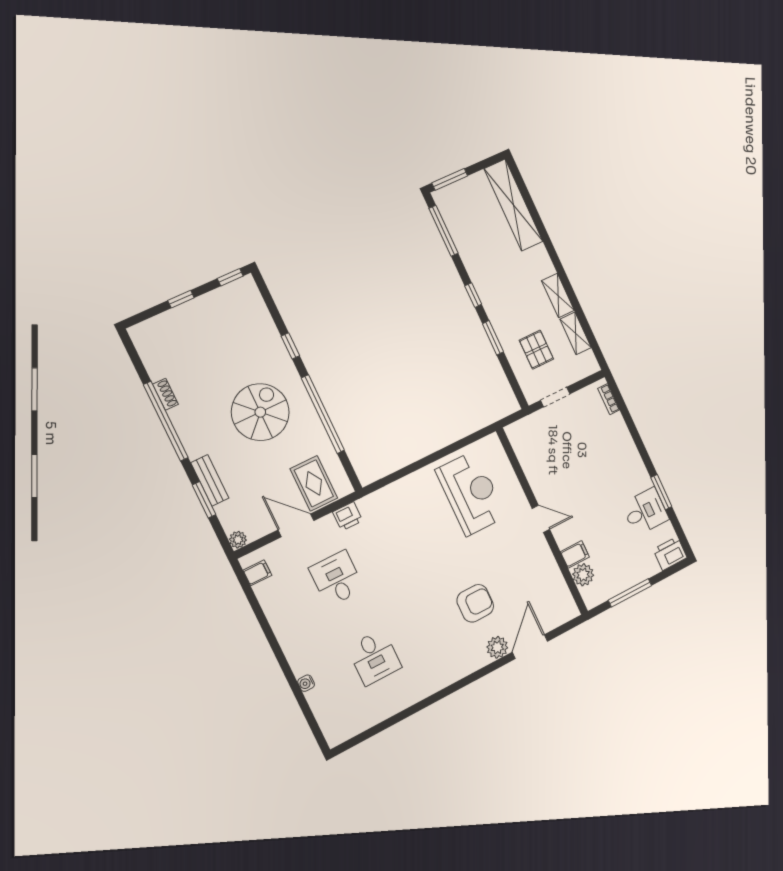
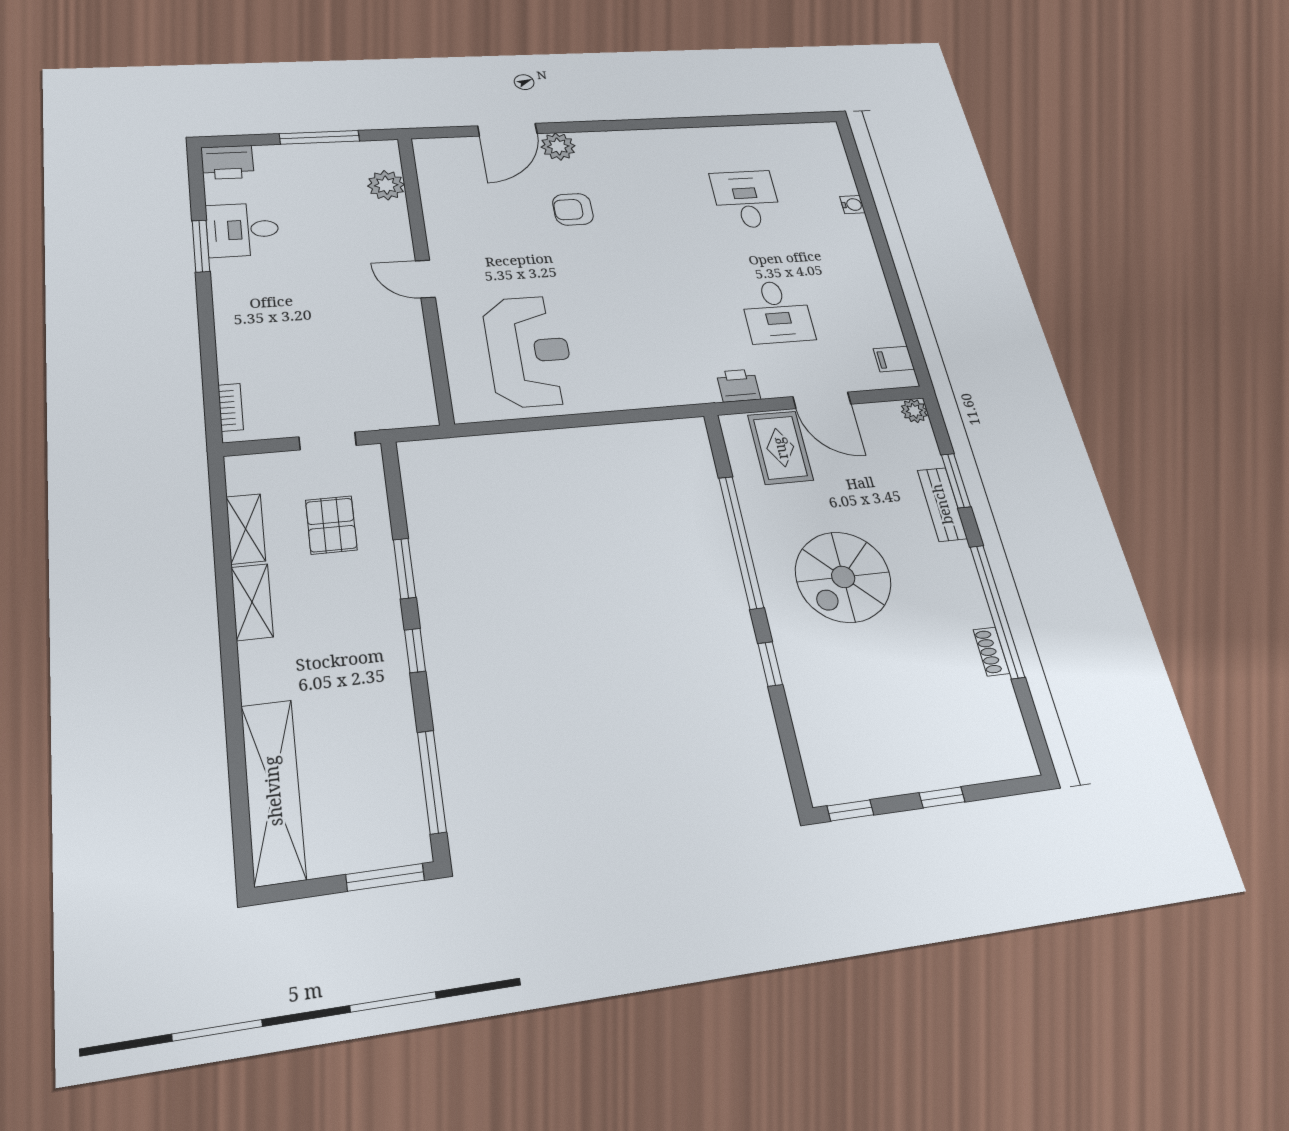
reception desk: (471, 493) -> (529, 351), turned 180
filing cabinet: (575, 554) -> (388, 215), removed
armchair: (475, 603) -> (573, 209), width x0.72, depth x0.72

